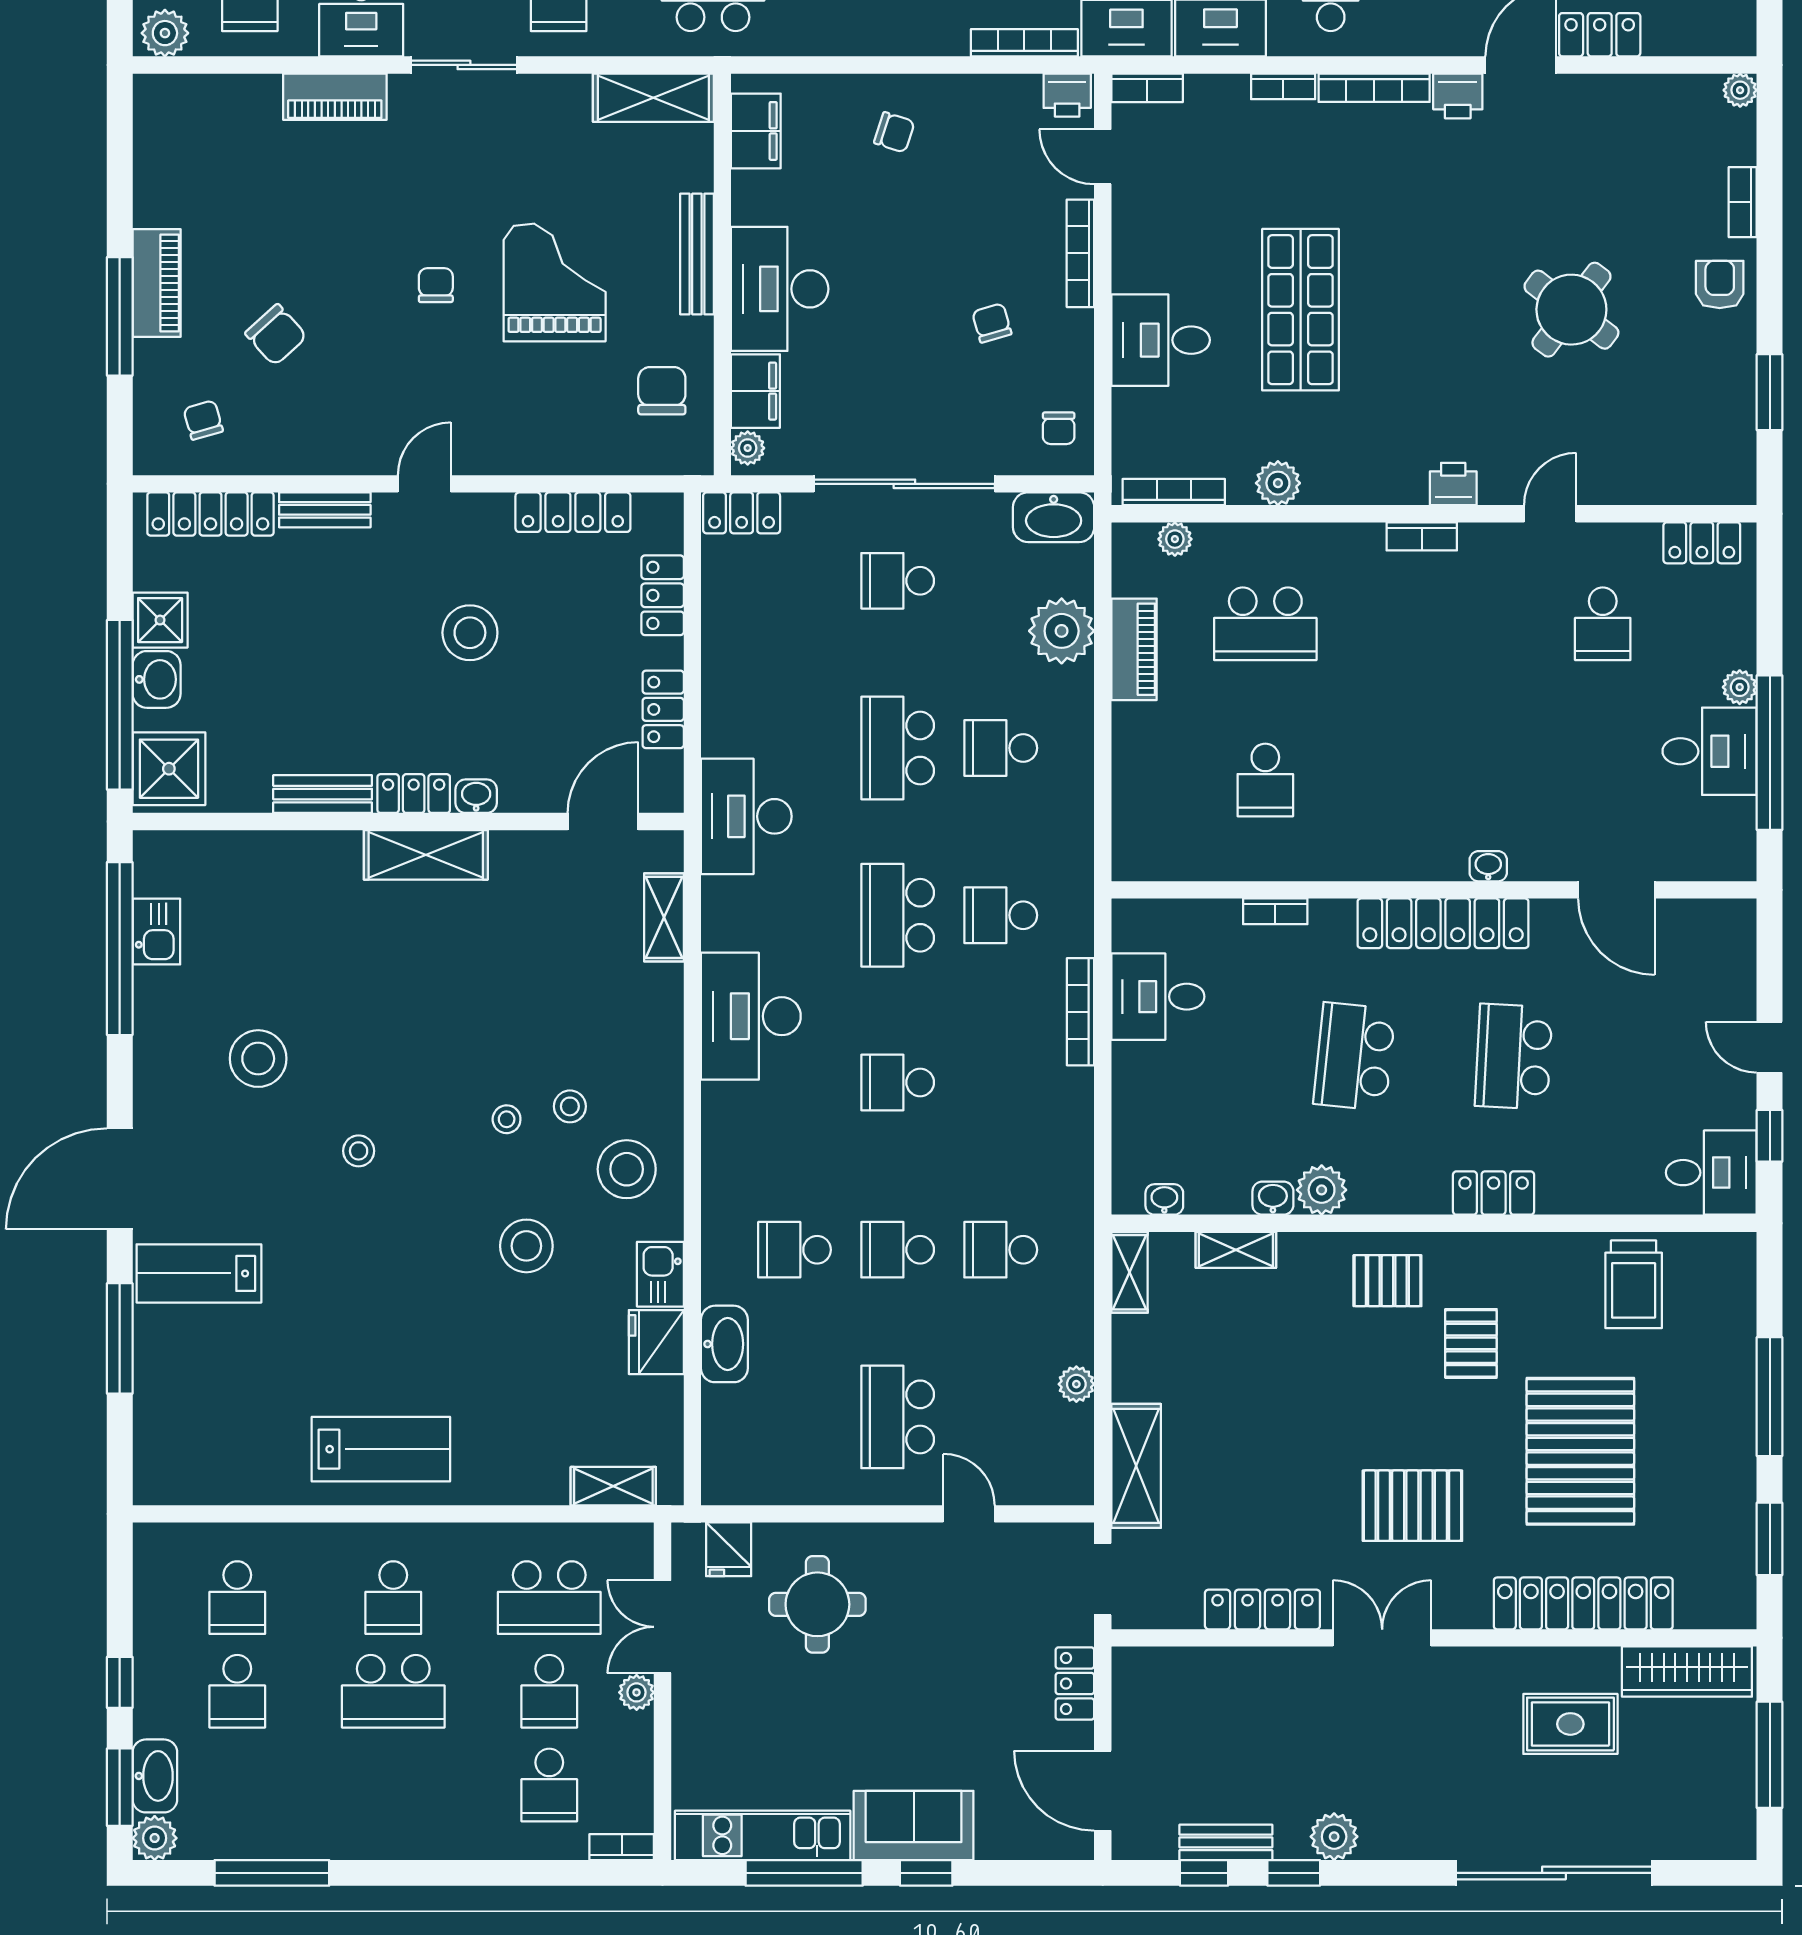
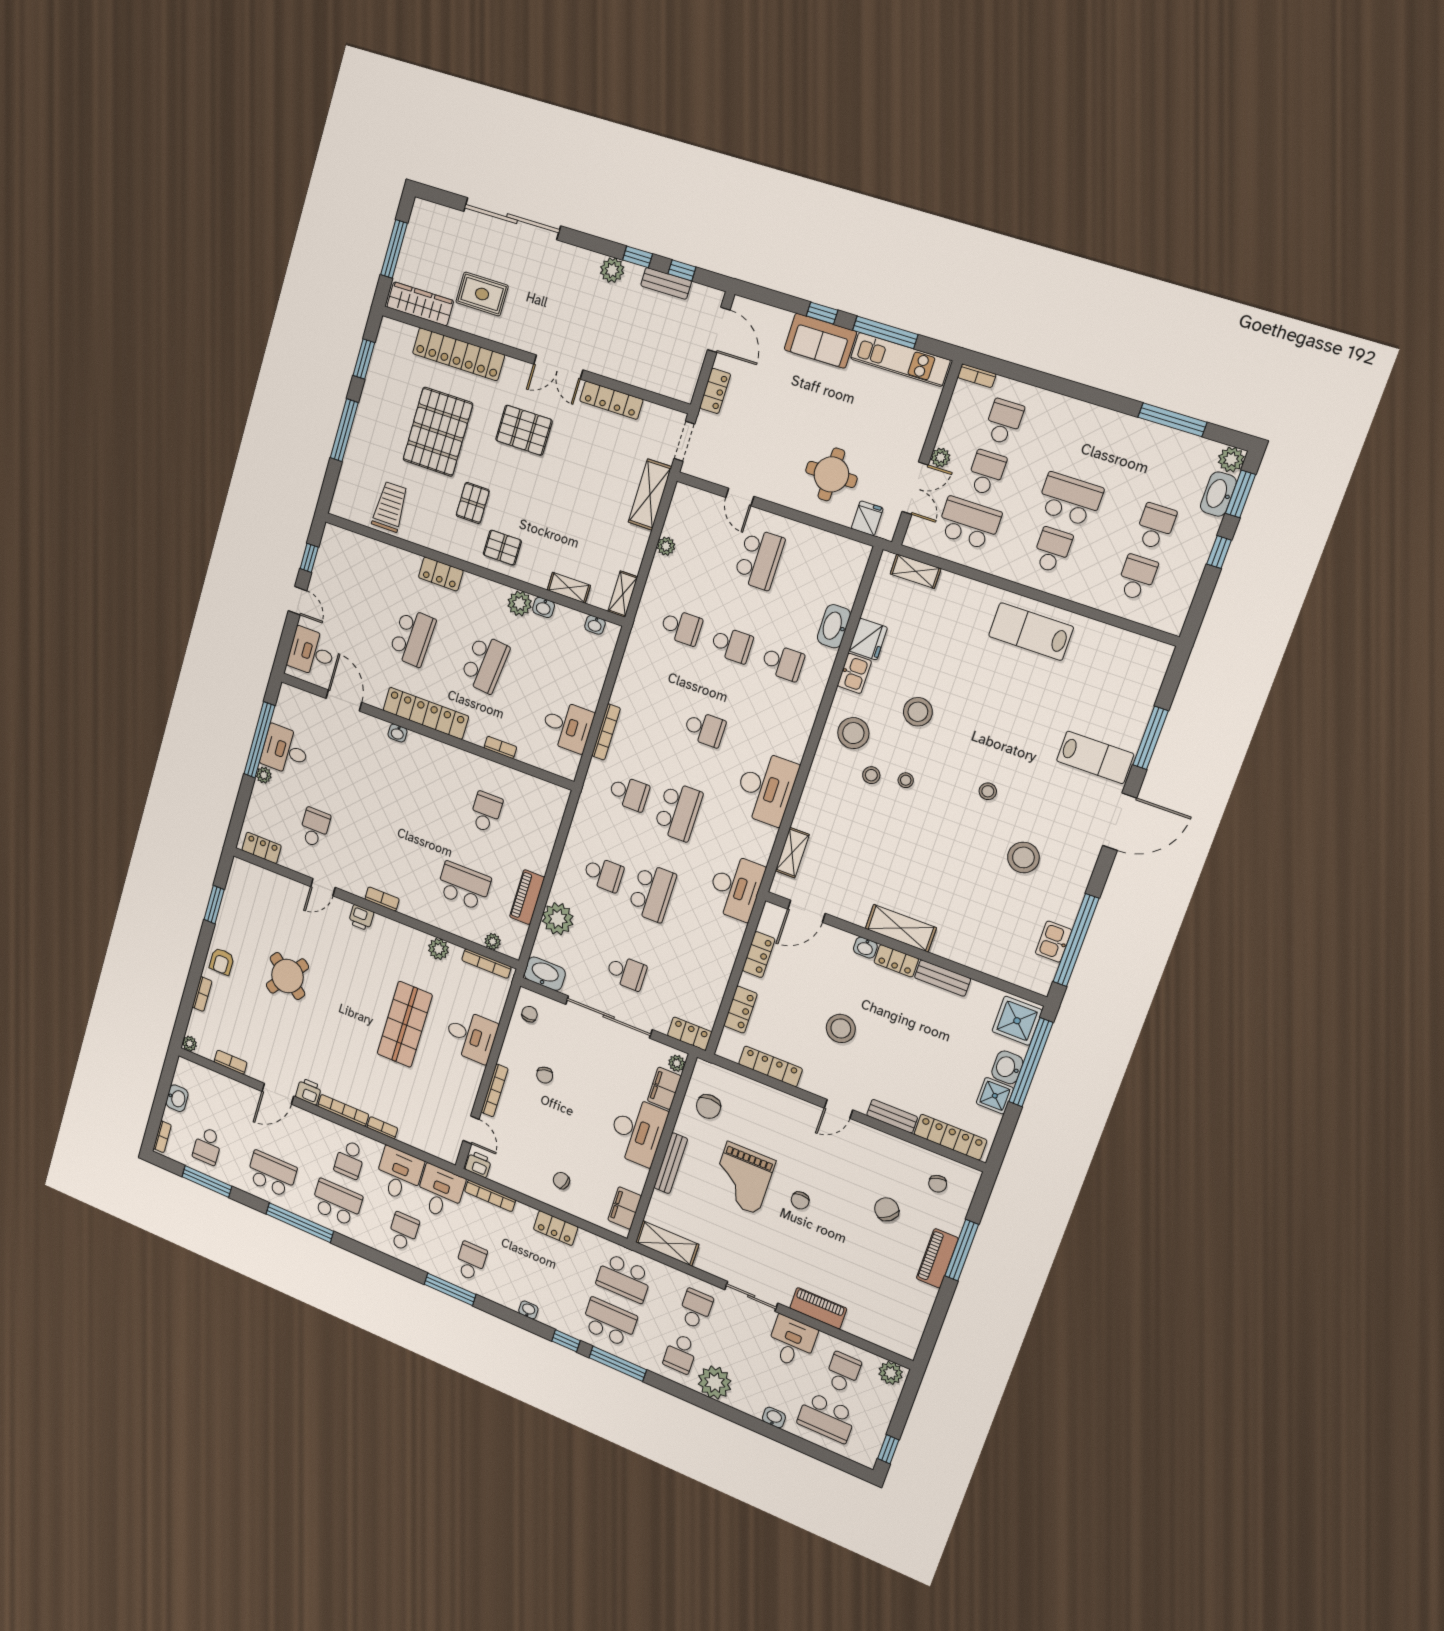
locker: (1600, 35) -> (556, 1228), moved
bookcase: (1147, 88) -> (231, 1062), moved
desk: (1711, 1173) -> (311, 652), moved

